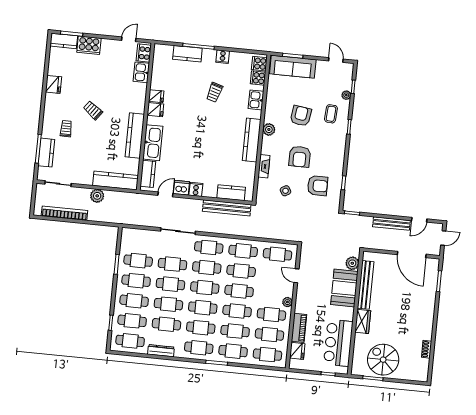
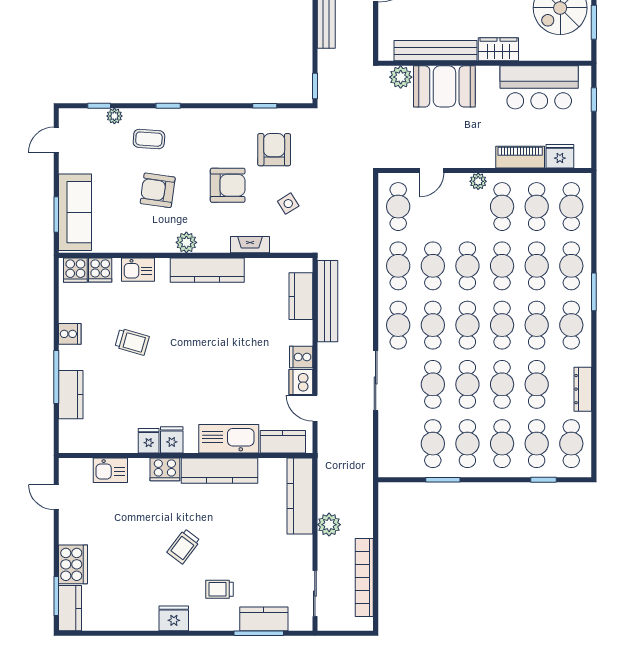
cooker: (144, 53) -> (165, 469), moved
fridge: (53, 84) -> (174, 618), moved

